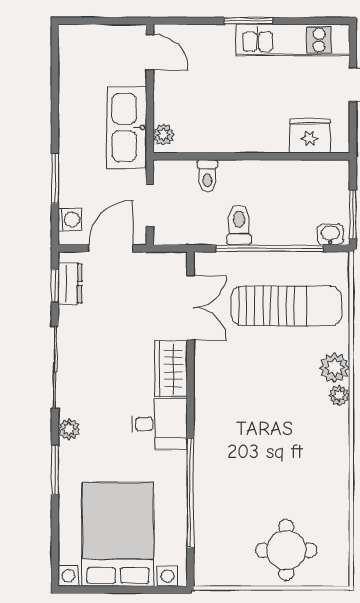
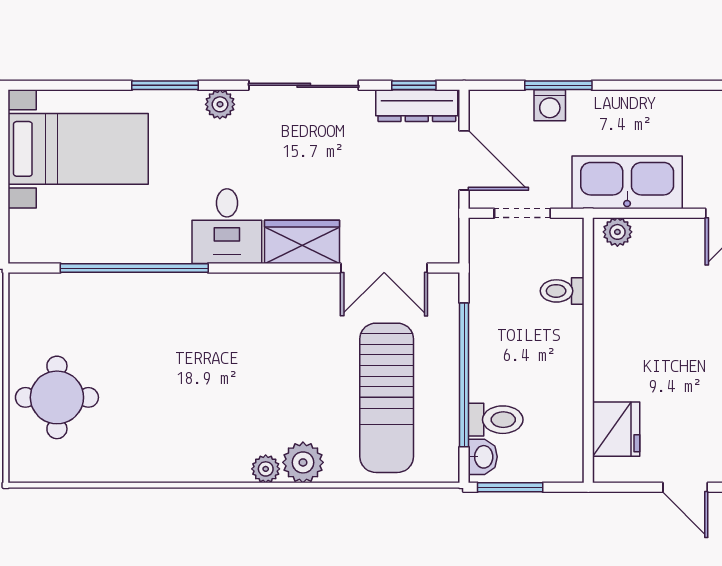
washing machine: (70, 220) -> (550, 105), moved
toilet: (239, 225) -> (496, 420), moved
dresser: (70, 283) -> (417, 106), width x1.44
bed with nightstands: (118, 534) -> (78, 149), width x0.73

